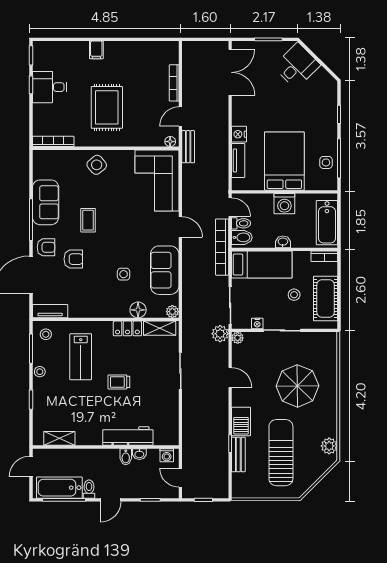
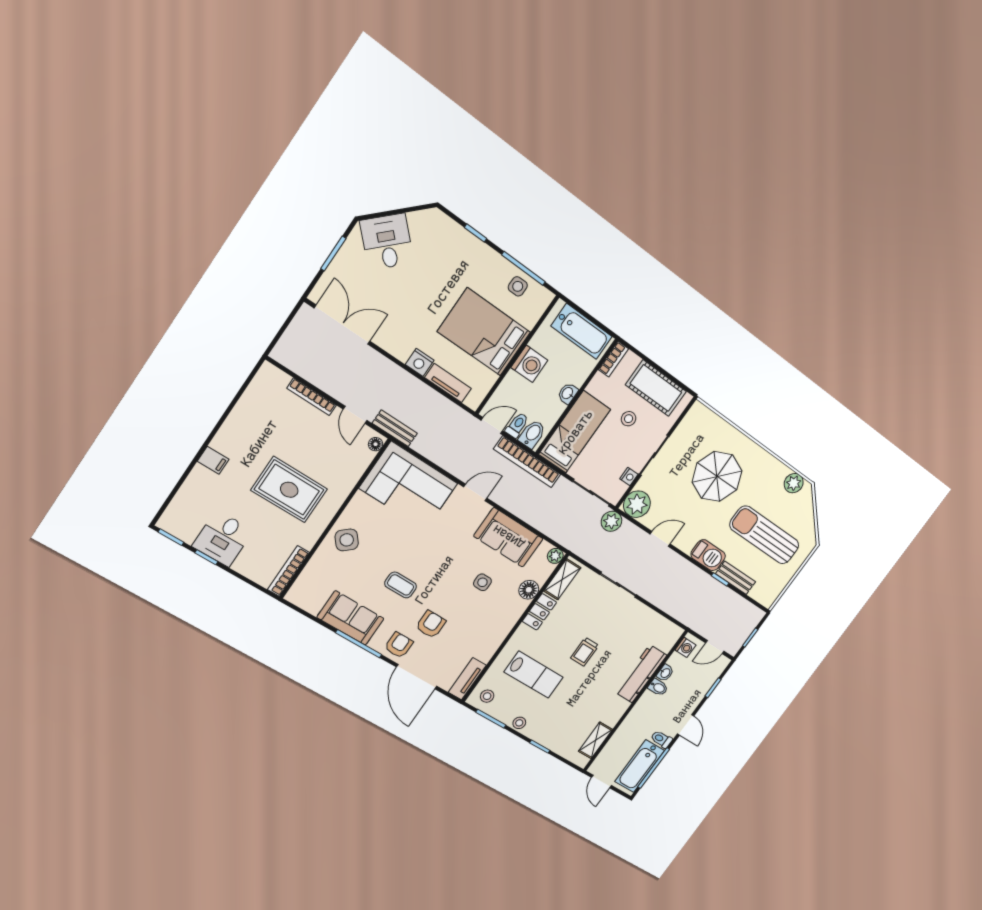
plant: (238, 338) -> (637, 504), width x1.88, depth x1.88

